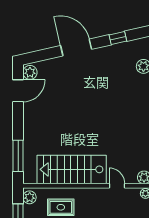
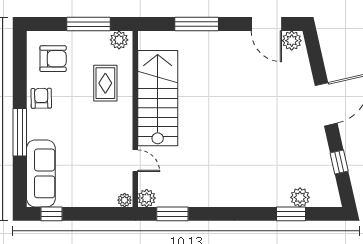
window: (18, 156) -> (197, 24), moved
door: (117, 186) -> (135, 161), hinge flipped

